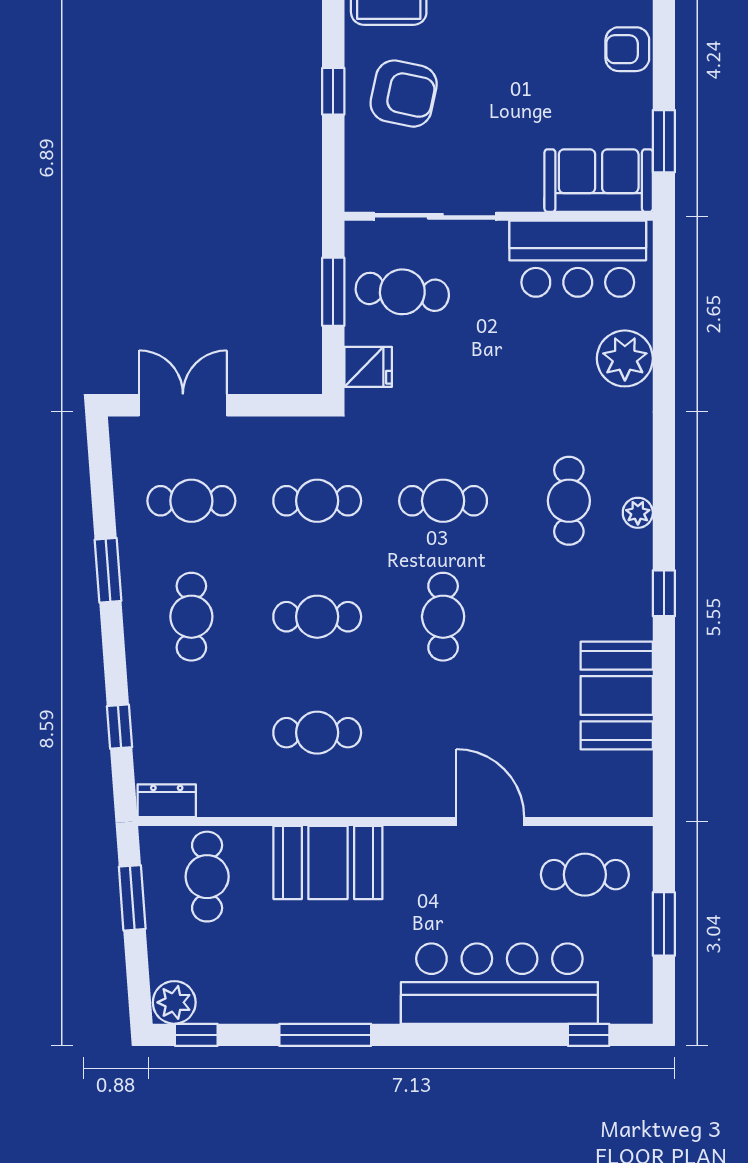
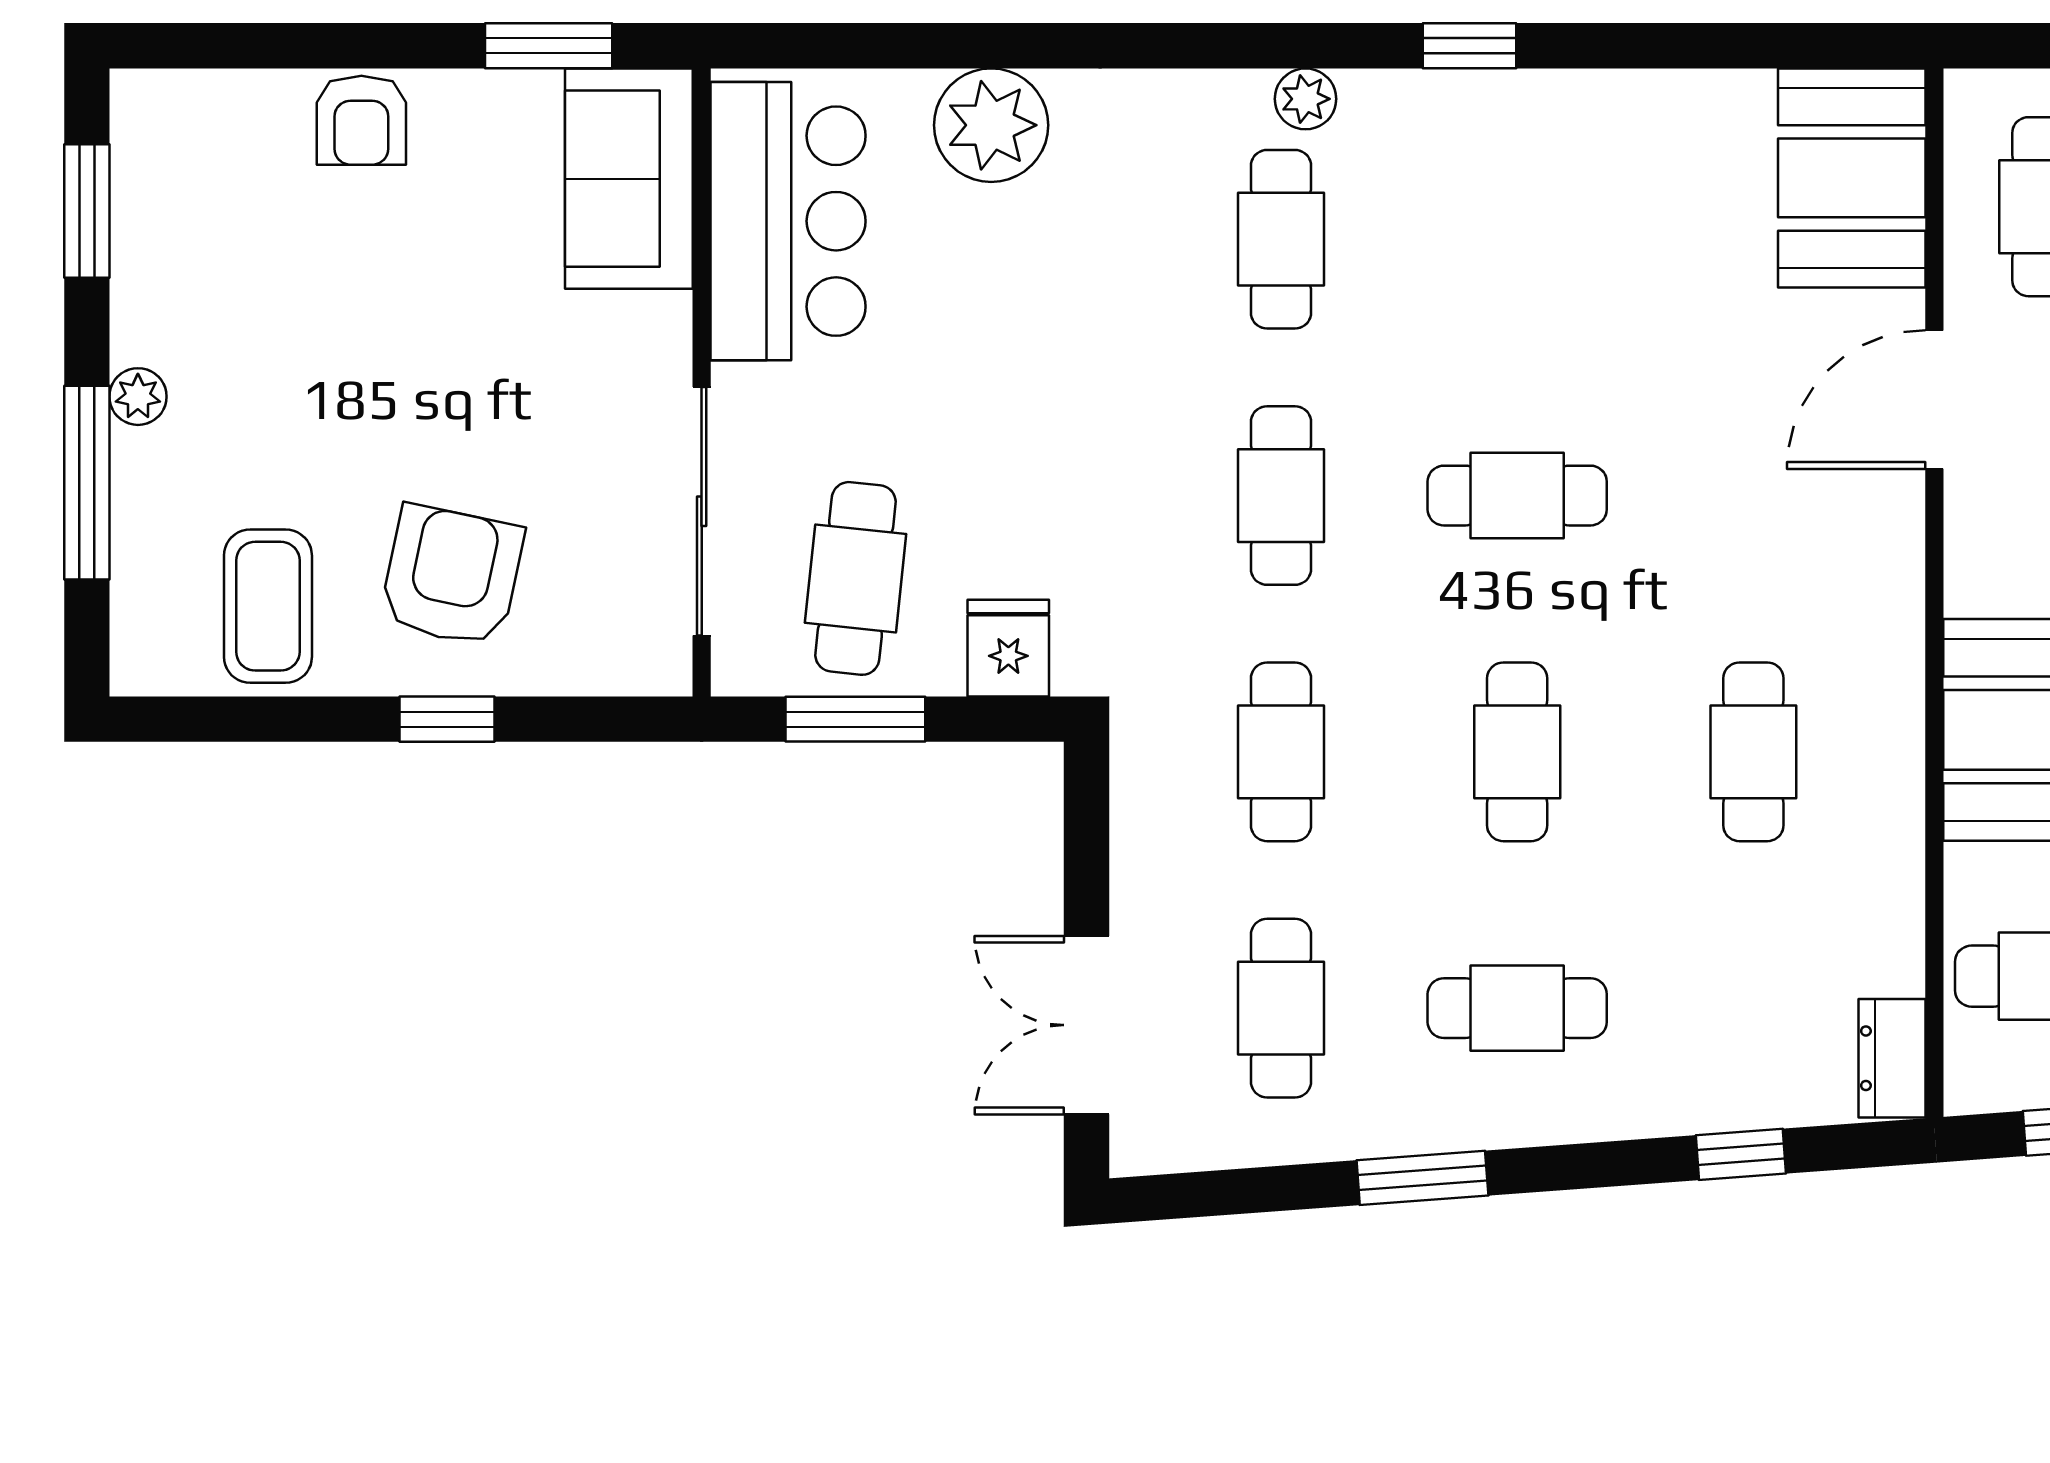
cafe table: (569, 501) -> (1281, 239), turned 90
booth: (617, 695) -> (1852, 178), moved, turned 90

